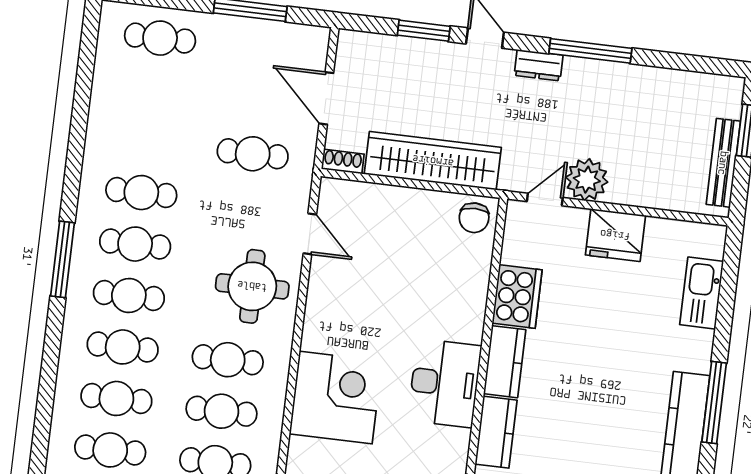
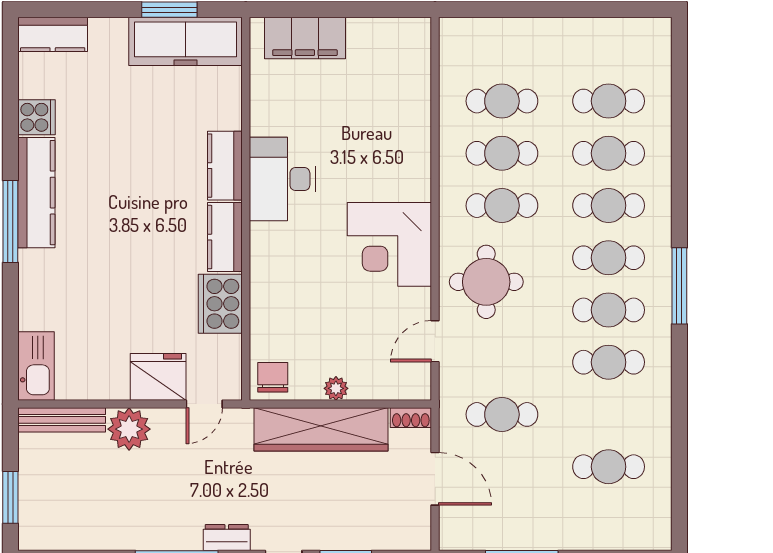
cafe table: (160, 38) -> (609, 467), moved
bench: (723, 163) -> (62, 420), moved, turned 90
plant: (587, 180) -> (129, 429), moved
plant: (413, 199) -> (336, 388), added
door: (310, 234) -> (435, 341), hinge flipped
fridge: (615, 235) -> (158, 377), moved
kitchen sink: (702, 293) -> (36, 366), moved
desk: (445, 383) -> (282, 179), moved
corner desk: (336, 397) -> (389, 244), moved

